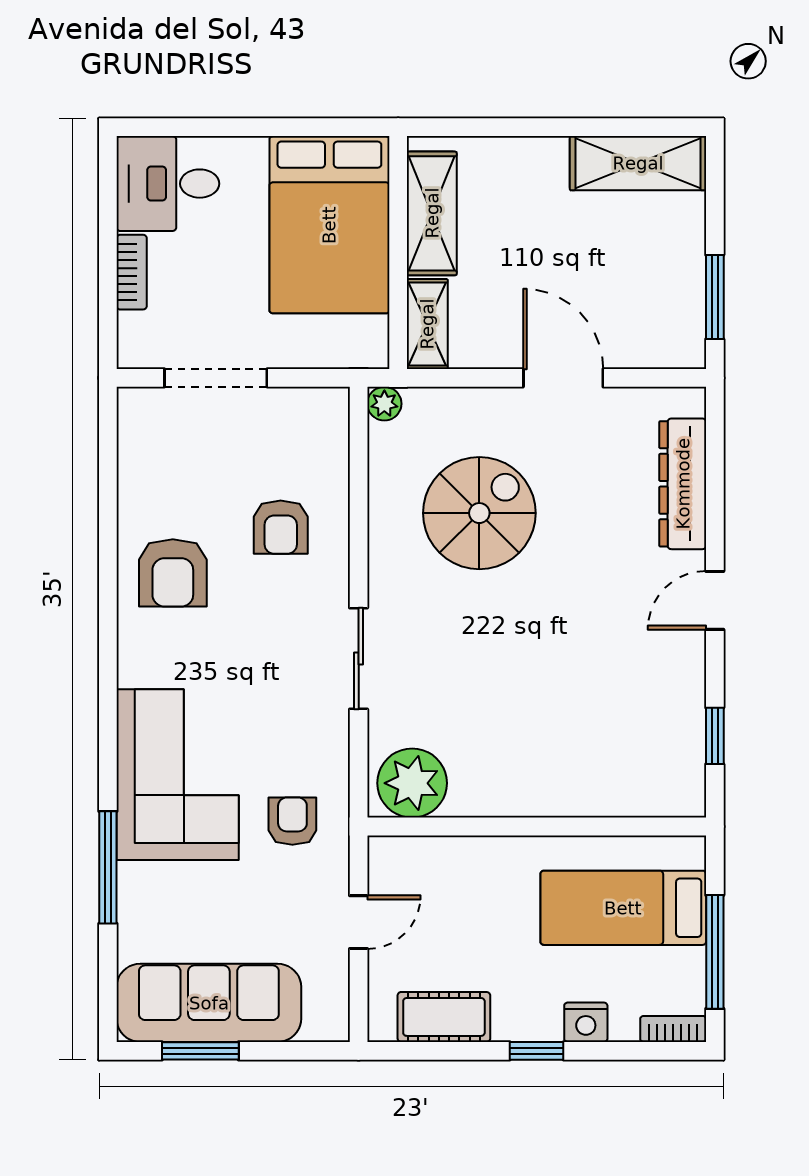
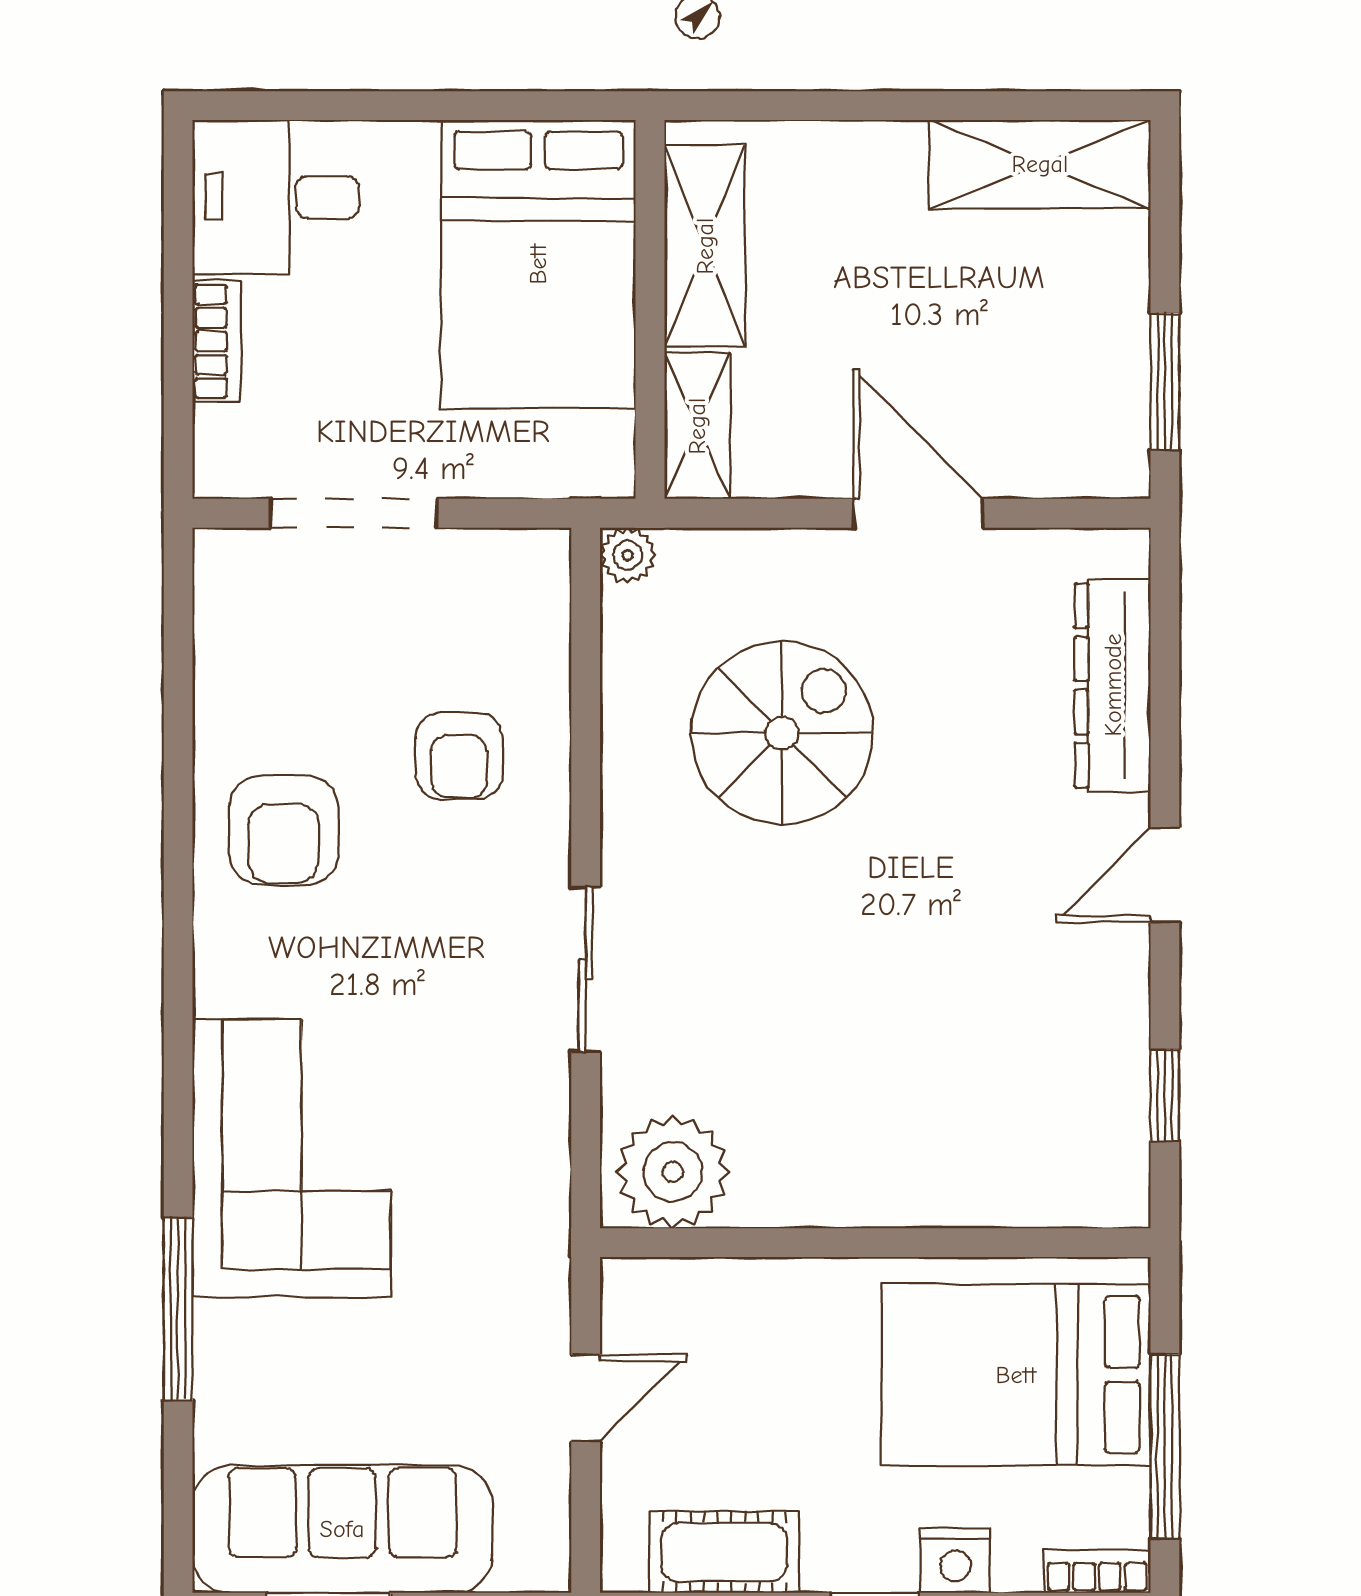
armchair: (292, 821) -> (478, 1234), removed
bed: (623, 908) -> (1016, 1375), width x1.50

